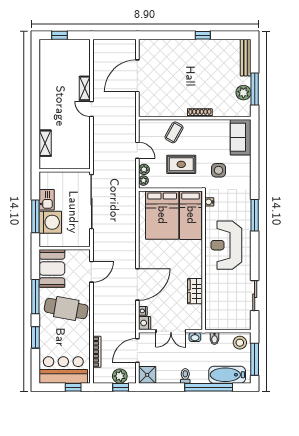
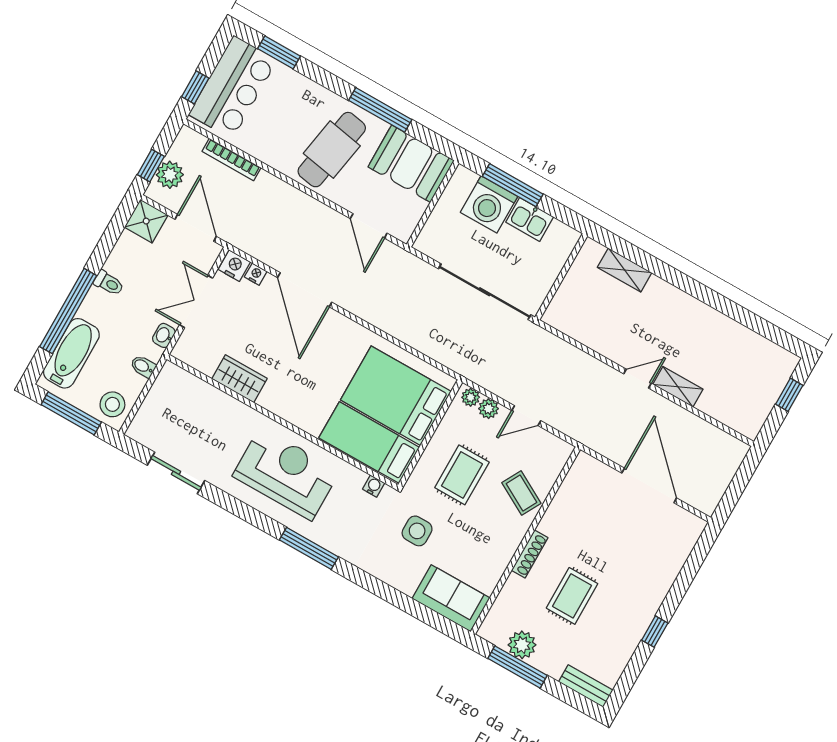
bench: (246, 58) -> (586, 686), width x0.73
rug: (208, 82) -> (572, 596), added
window: (35, 337) -> (279, 52), moved

